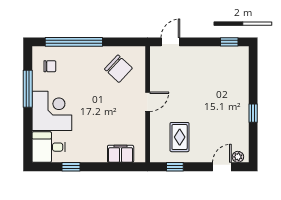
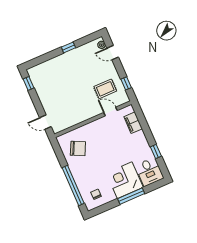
chair: (118, 69) -> (78, 148), turned 73
window: (28, 89) -> (131, 196), moved
door: (148, 102) -> (111, 111), moved

